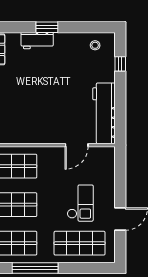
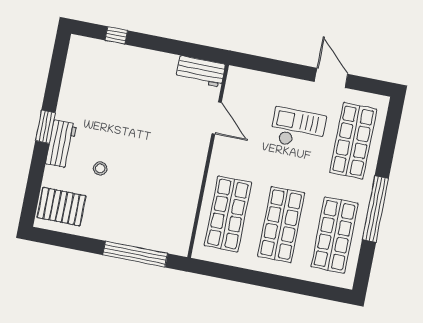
stool: (95, 45) -> (100, 168), moved
workbench: (104, 113) -> (201, 71), width x0.53, depth x0.76

